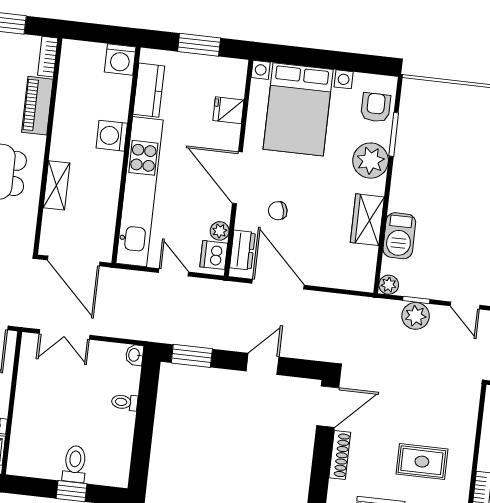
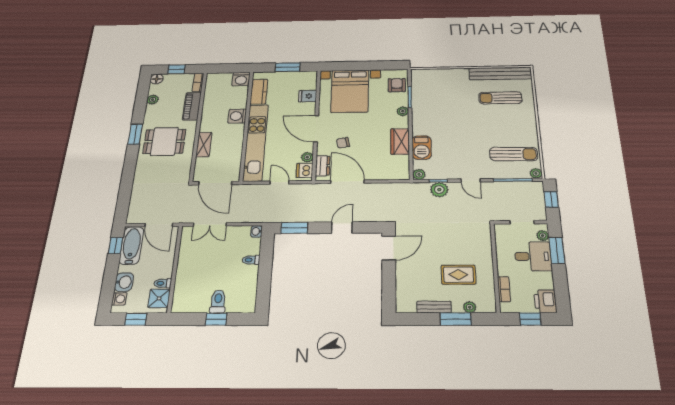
plant: (371, 161) -> (403, 111), width x0.53, depth x0.53
shoe rack: (340, 455) -> (401, 277), removed

